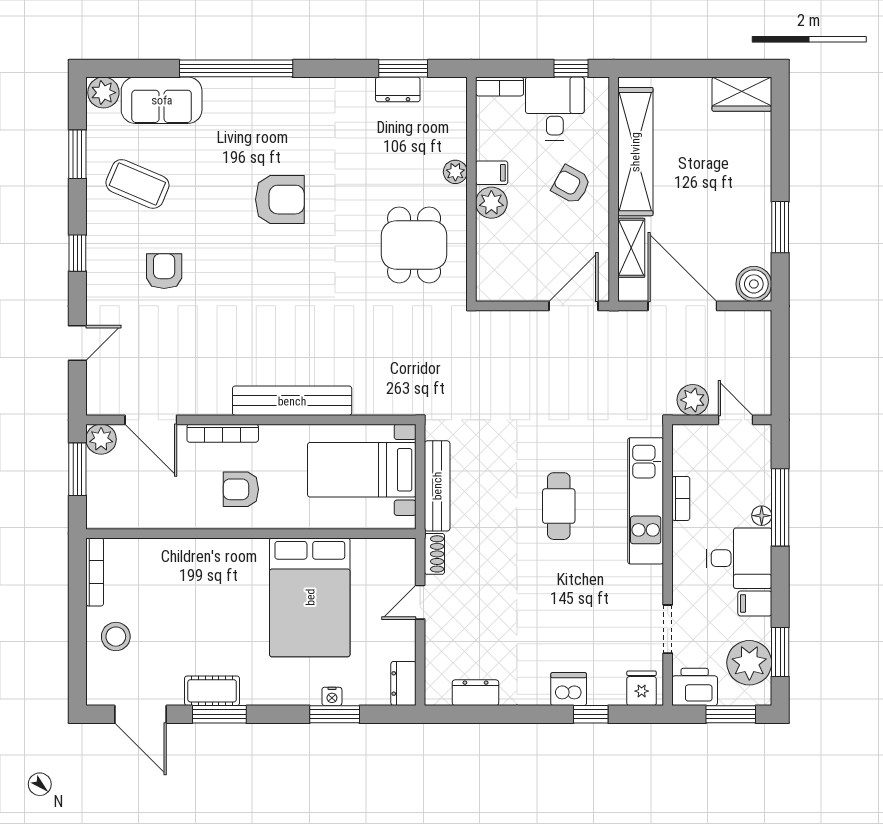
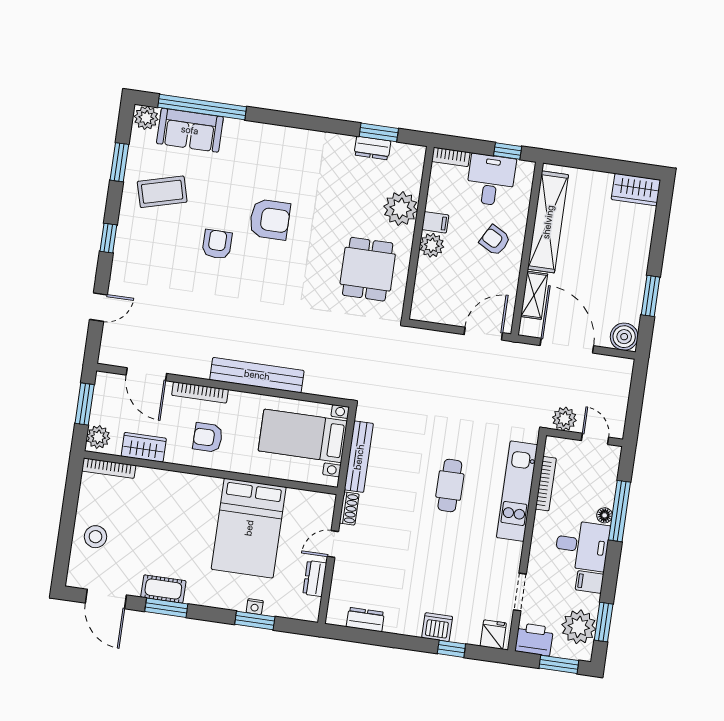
window: (236, 68) -> (202, 107), moved
plant: (455, 172) -> (401, 209), width x1.87, depth x1.87
coffee table: (137, 184) -> (162, 192), turned -38
armchair: (164, 271) -> (217, 244), moved
plant: (101, 439) -> (98, 437), moved
bookcase: (681, 498) -> (546, 484), width x1.56
wardrobe: (161, 514) -> (144, 447), added
bookcase: (95, 572) -> (109, 468), moved, turned 90
dresser: (403, 683) -> (315, 579), moved

